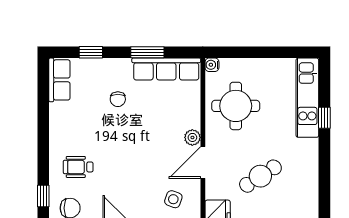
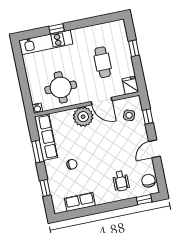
row of seats: (59, 80) -> (80, 202), moved
plant: (192, 137) -> (83, 117), width x1.88, depth x1.88
cafe table: (260, 176) -> (103, 62), turned 33

